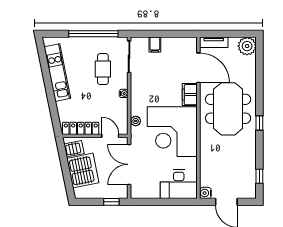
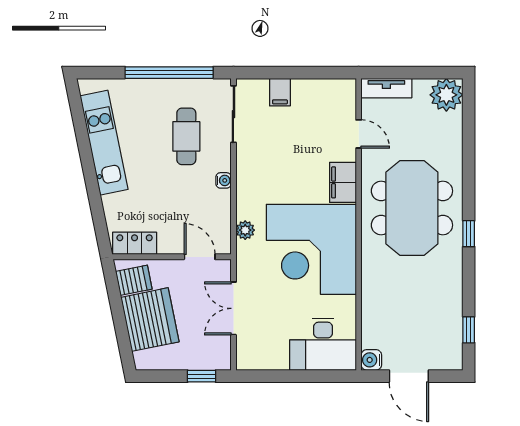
door: (198, 68) -> (359, 134), width x0.53
locker: (81, 128) -> (135, 243), width x0.66
double door: (129, 164) -> (233, 308), width x0.73

